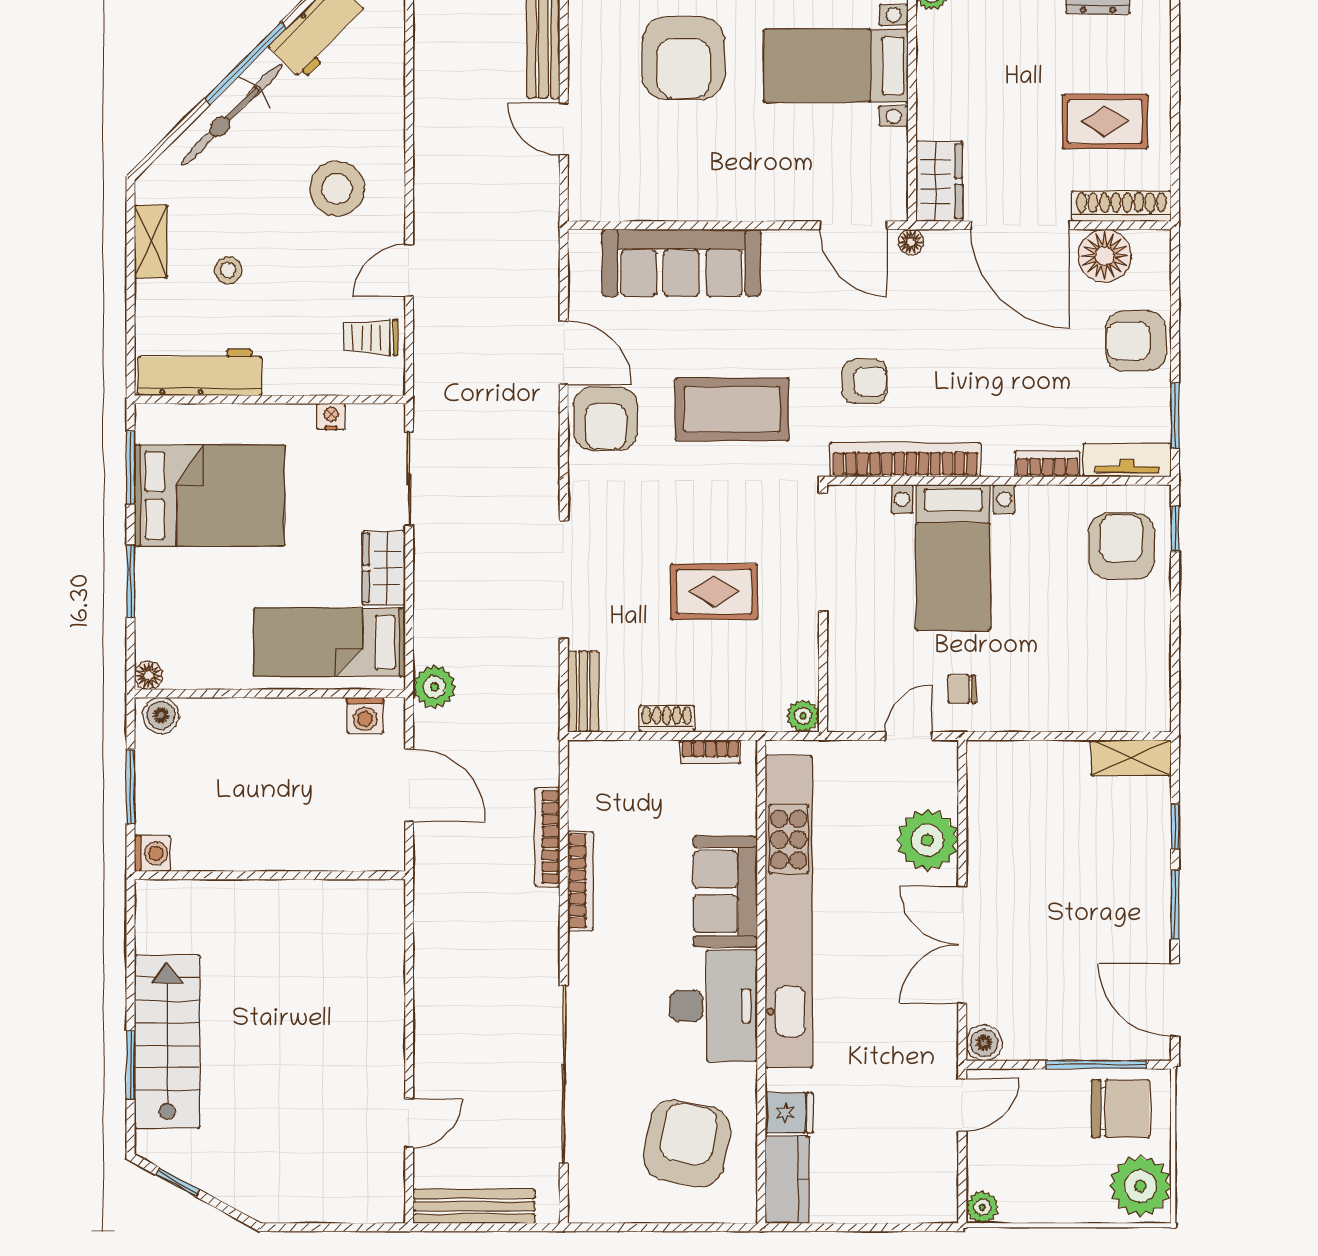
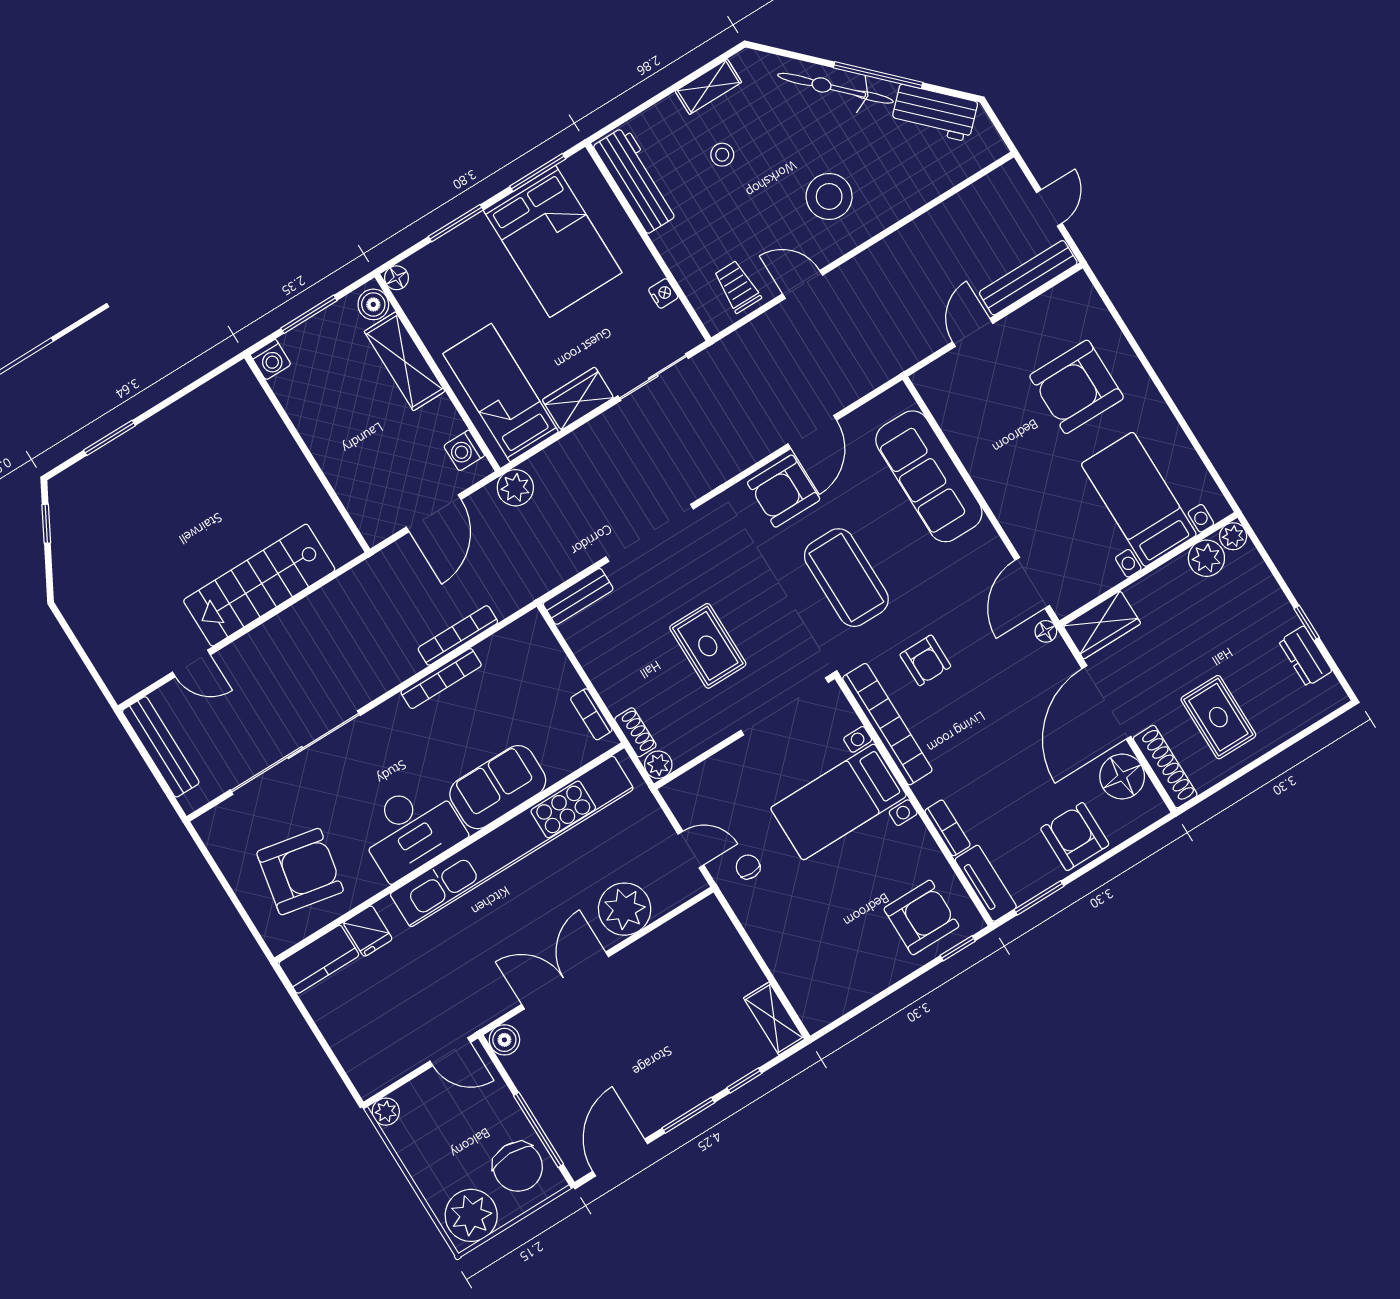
plant: (937, 34) -> (1206, 558), added
shelving: (238, 719) -> (405, 361), added
shoe rack: (667, 719) -> (635, 732), moved
stairs: (167, 1042) -> (259, 585), moved, turned 180

